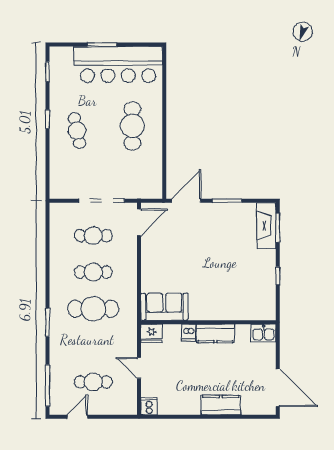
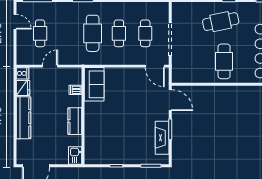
cafe table: (132, 126) -> (224, 61), turned 90
cafe table: (77, 131) -> (221, 22), width x1.37, depth x1.35
fireplace: (266, 226) -> (162, 138), moved, turned -90
fridge: (152, 333) -> (23, 88), moved, turned 180
dishwasher: (189, 333) -> (75, 90), moved
kitchen counter: (221, 405) -> (23, 118), width x1.50

